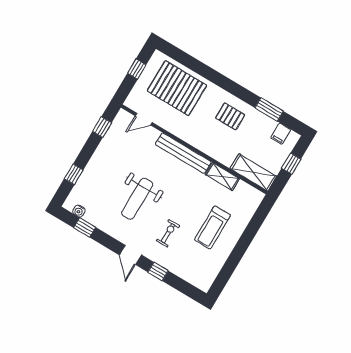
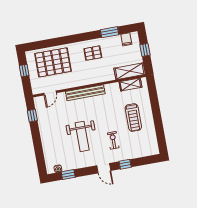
window: (74, 174) -> (39, 152), removed
shelving: (222, 177) -> (130, 85), moved

